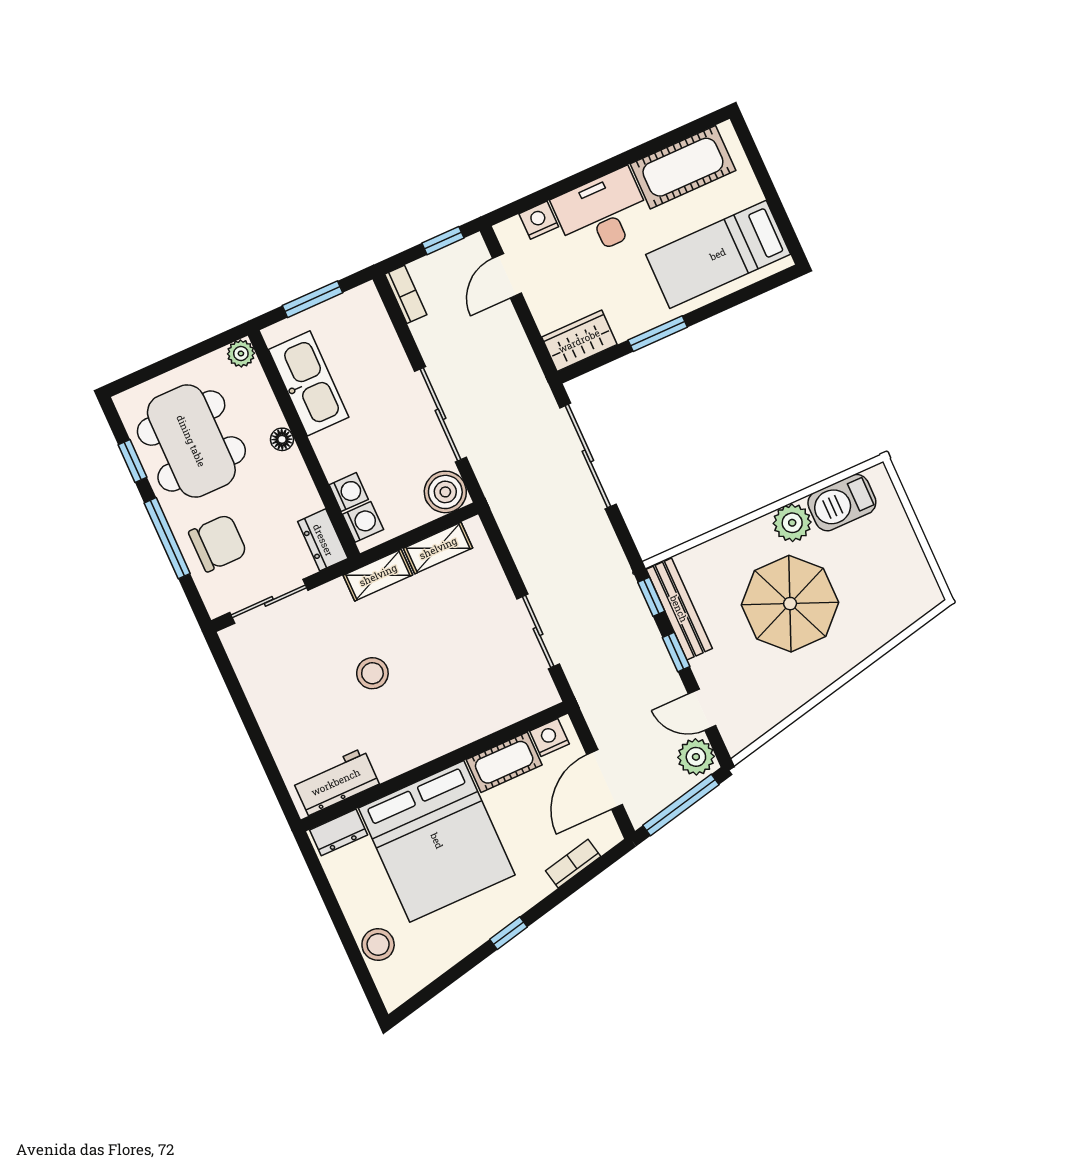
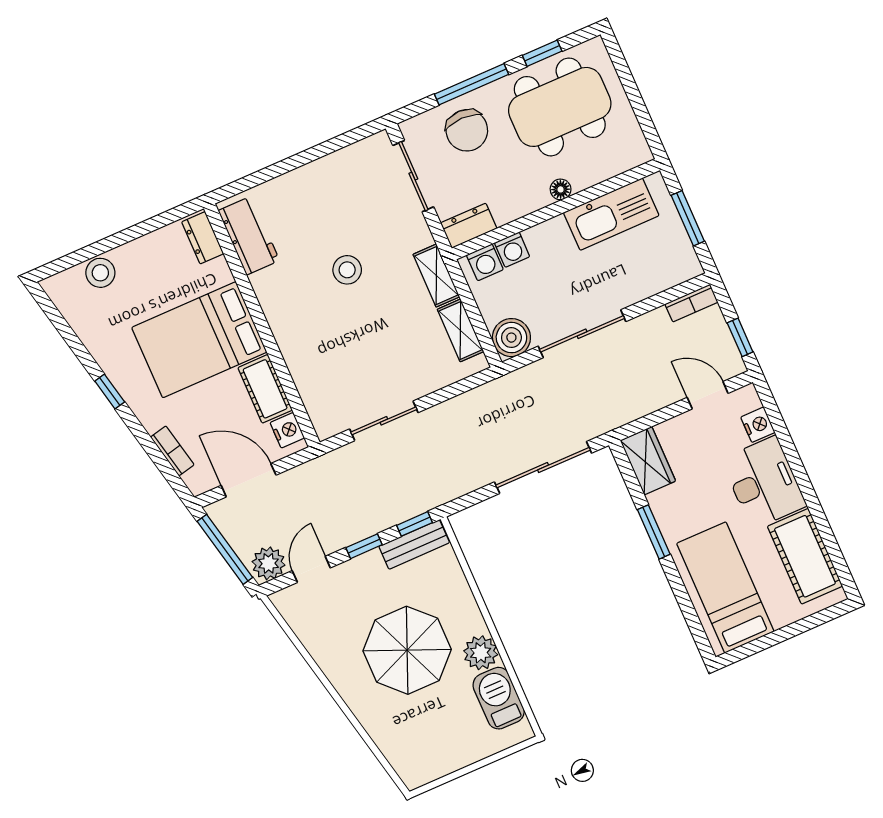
plant: (241, 353) -> (639, 153), removed
bench: (679, 609) -> (414, 544), width x0.73
bed: (437, 841) -> (199, 340), width x0.73

